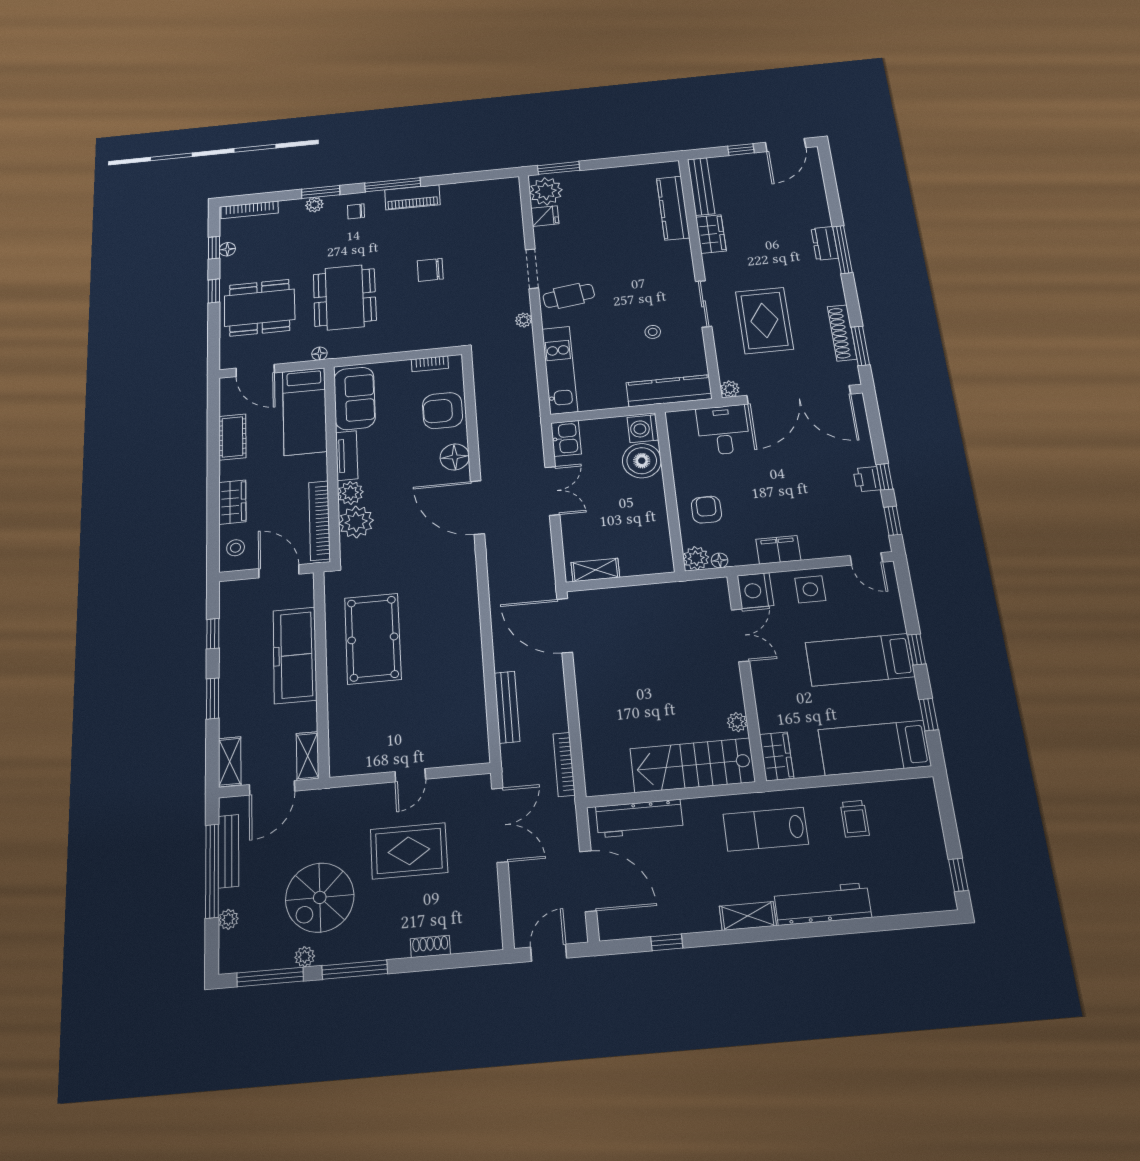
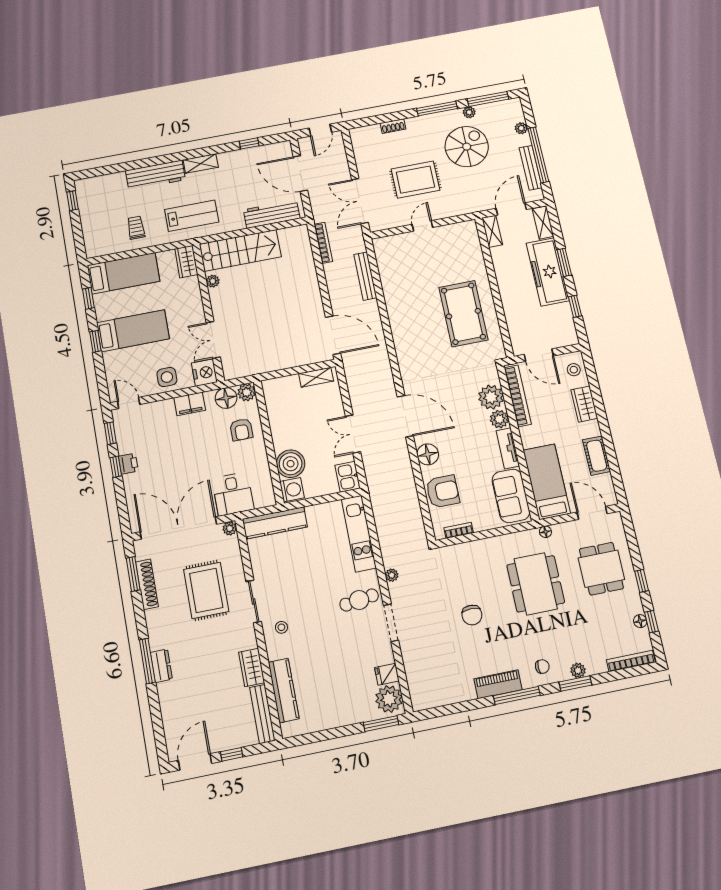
chair: (430, 270) -> (472, 615), turned 90
dining table: (260, 308) -> (601, 569), width x0.73
stool: (653, 332) -> (281, 627), moved
floor lamp: (720, 560) -> (226, 398), width x1.89, depth x1.89
freezer: (295, 655) -> (548, 272), moved, turned 180

